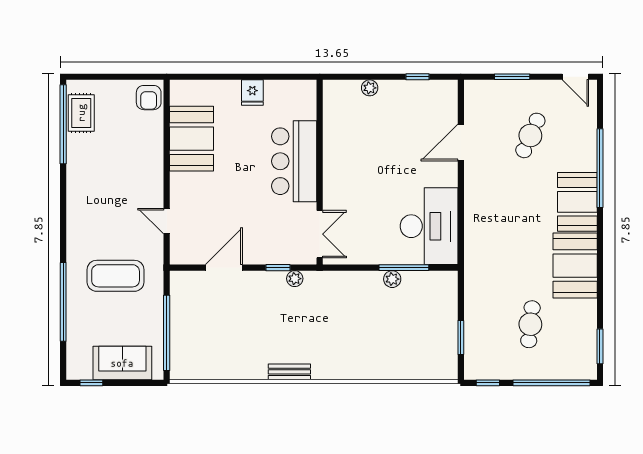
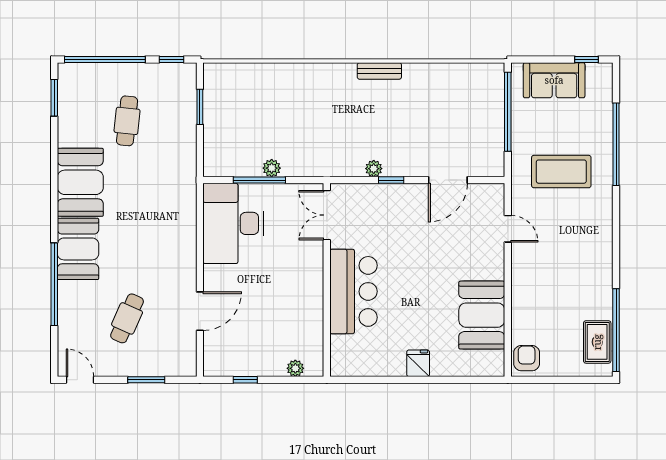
bar counter: (294, 161) -> (353, 291), moved
wall: (320, 172) -> (327, 280), moved
double door: (320, 234) -> (327, 215), moved

